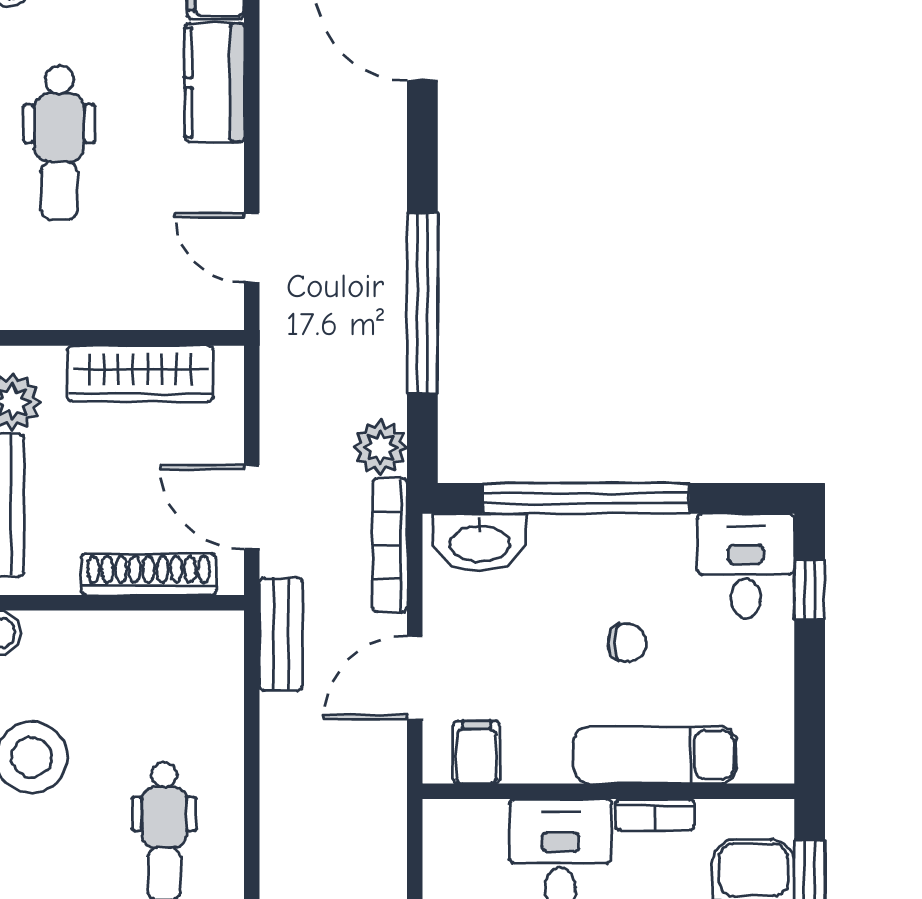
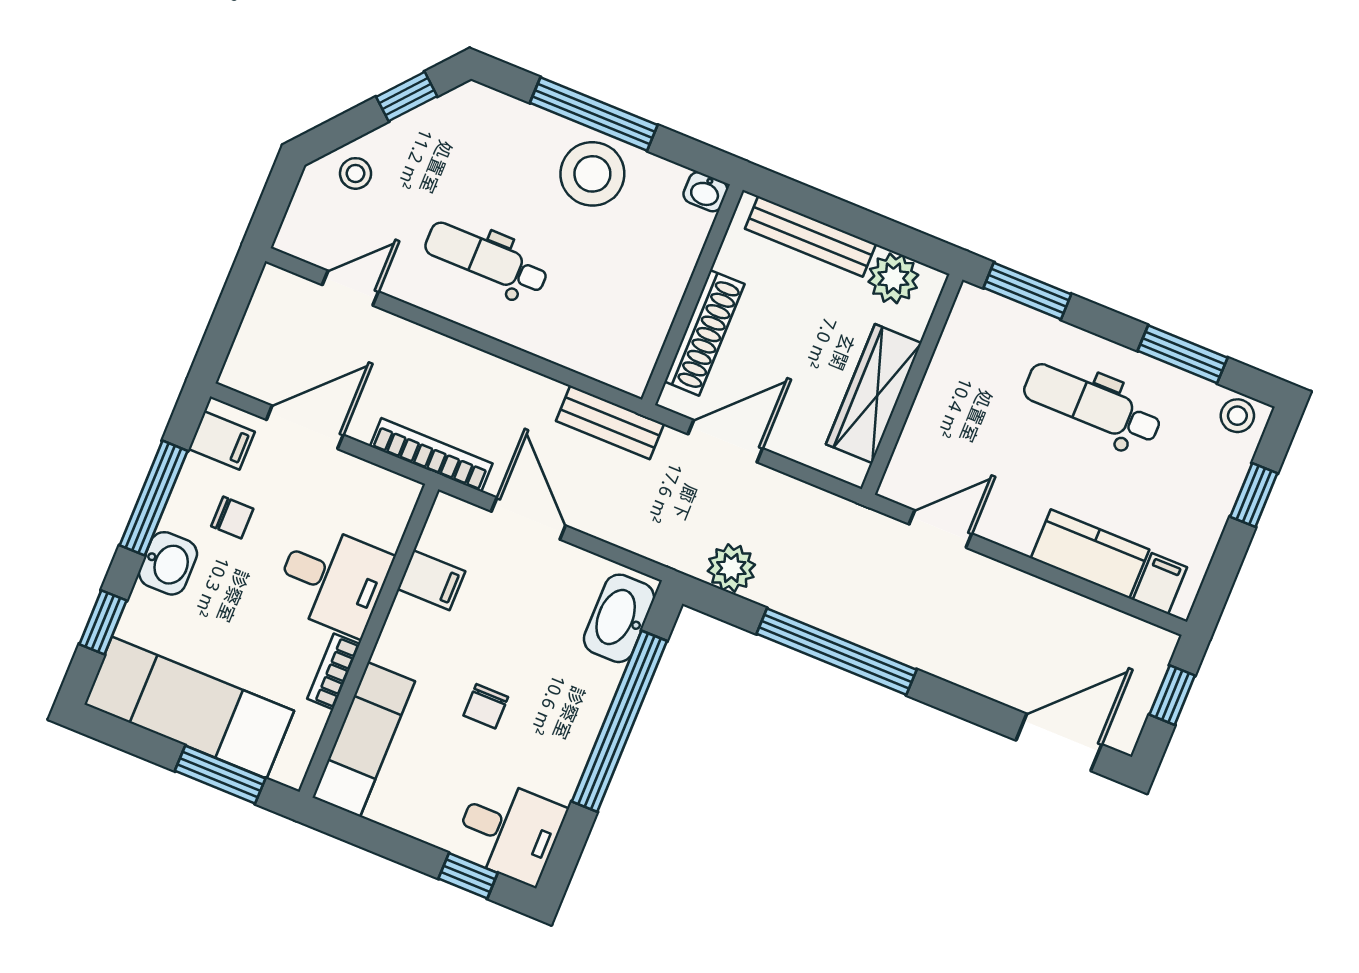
bookcase: (390, 545) -> (431, 455), moved
filing cabinet: (476, 752) -> (431, 580), moved
exam couch: (655, 755) -> (364, 739), moved

